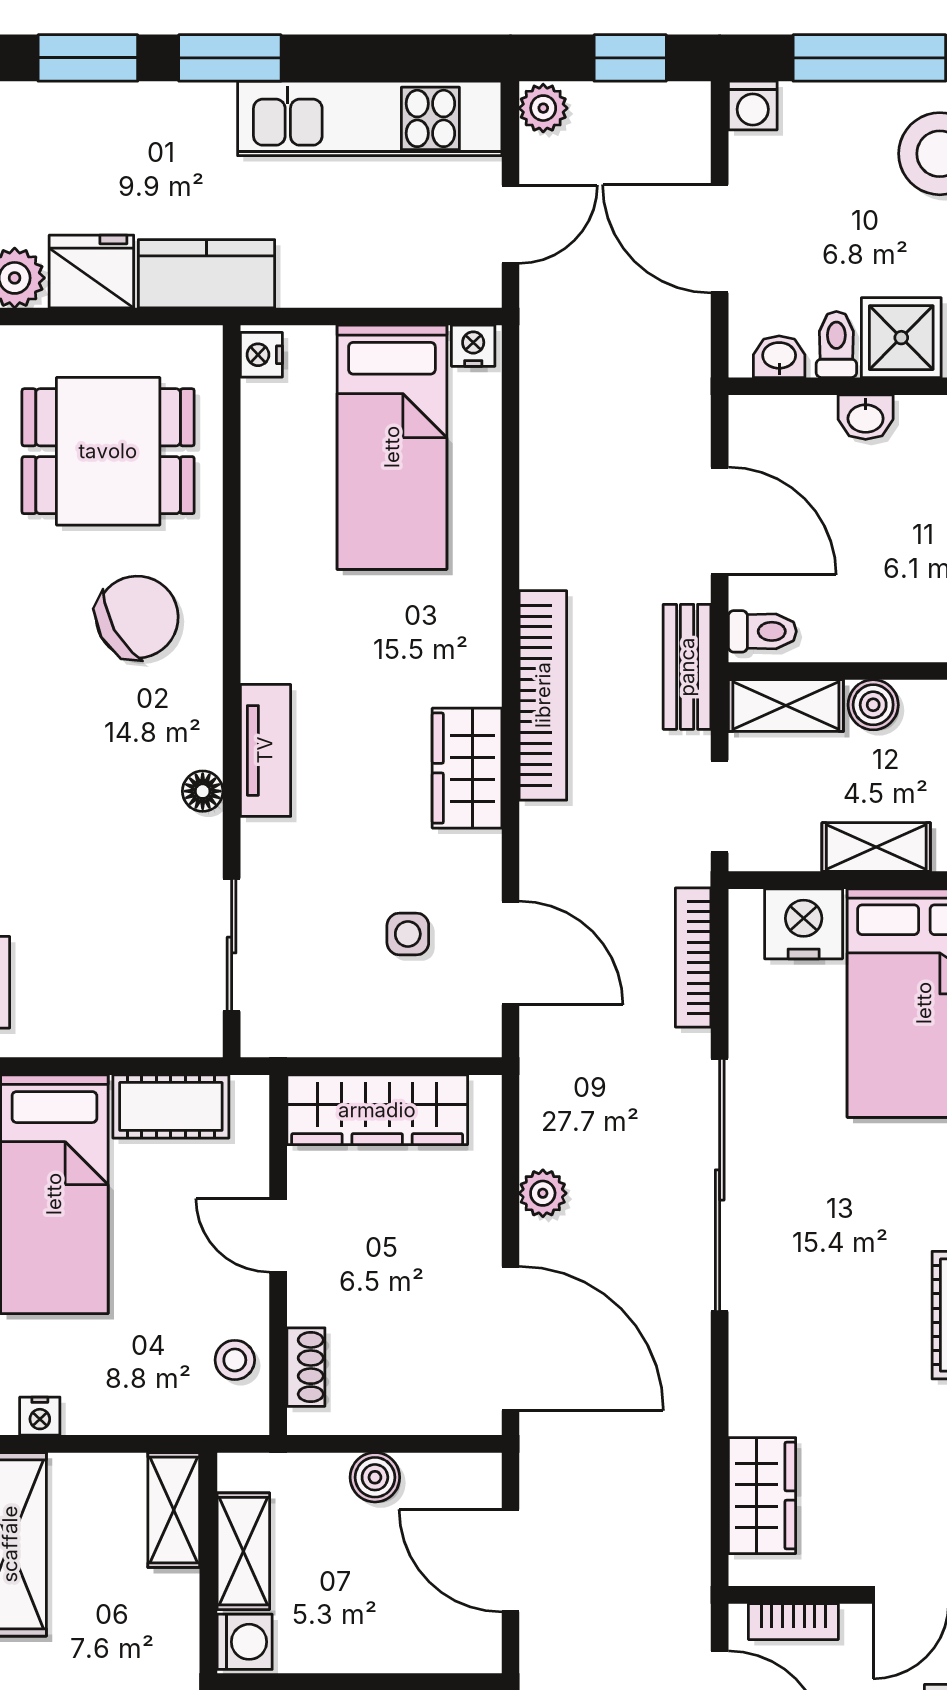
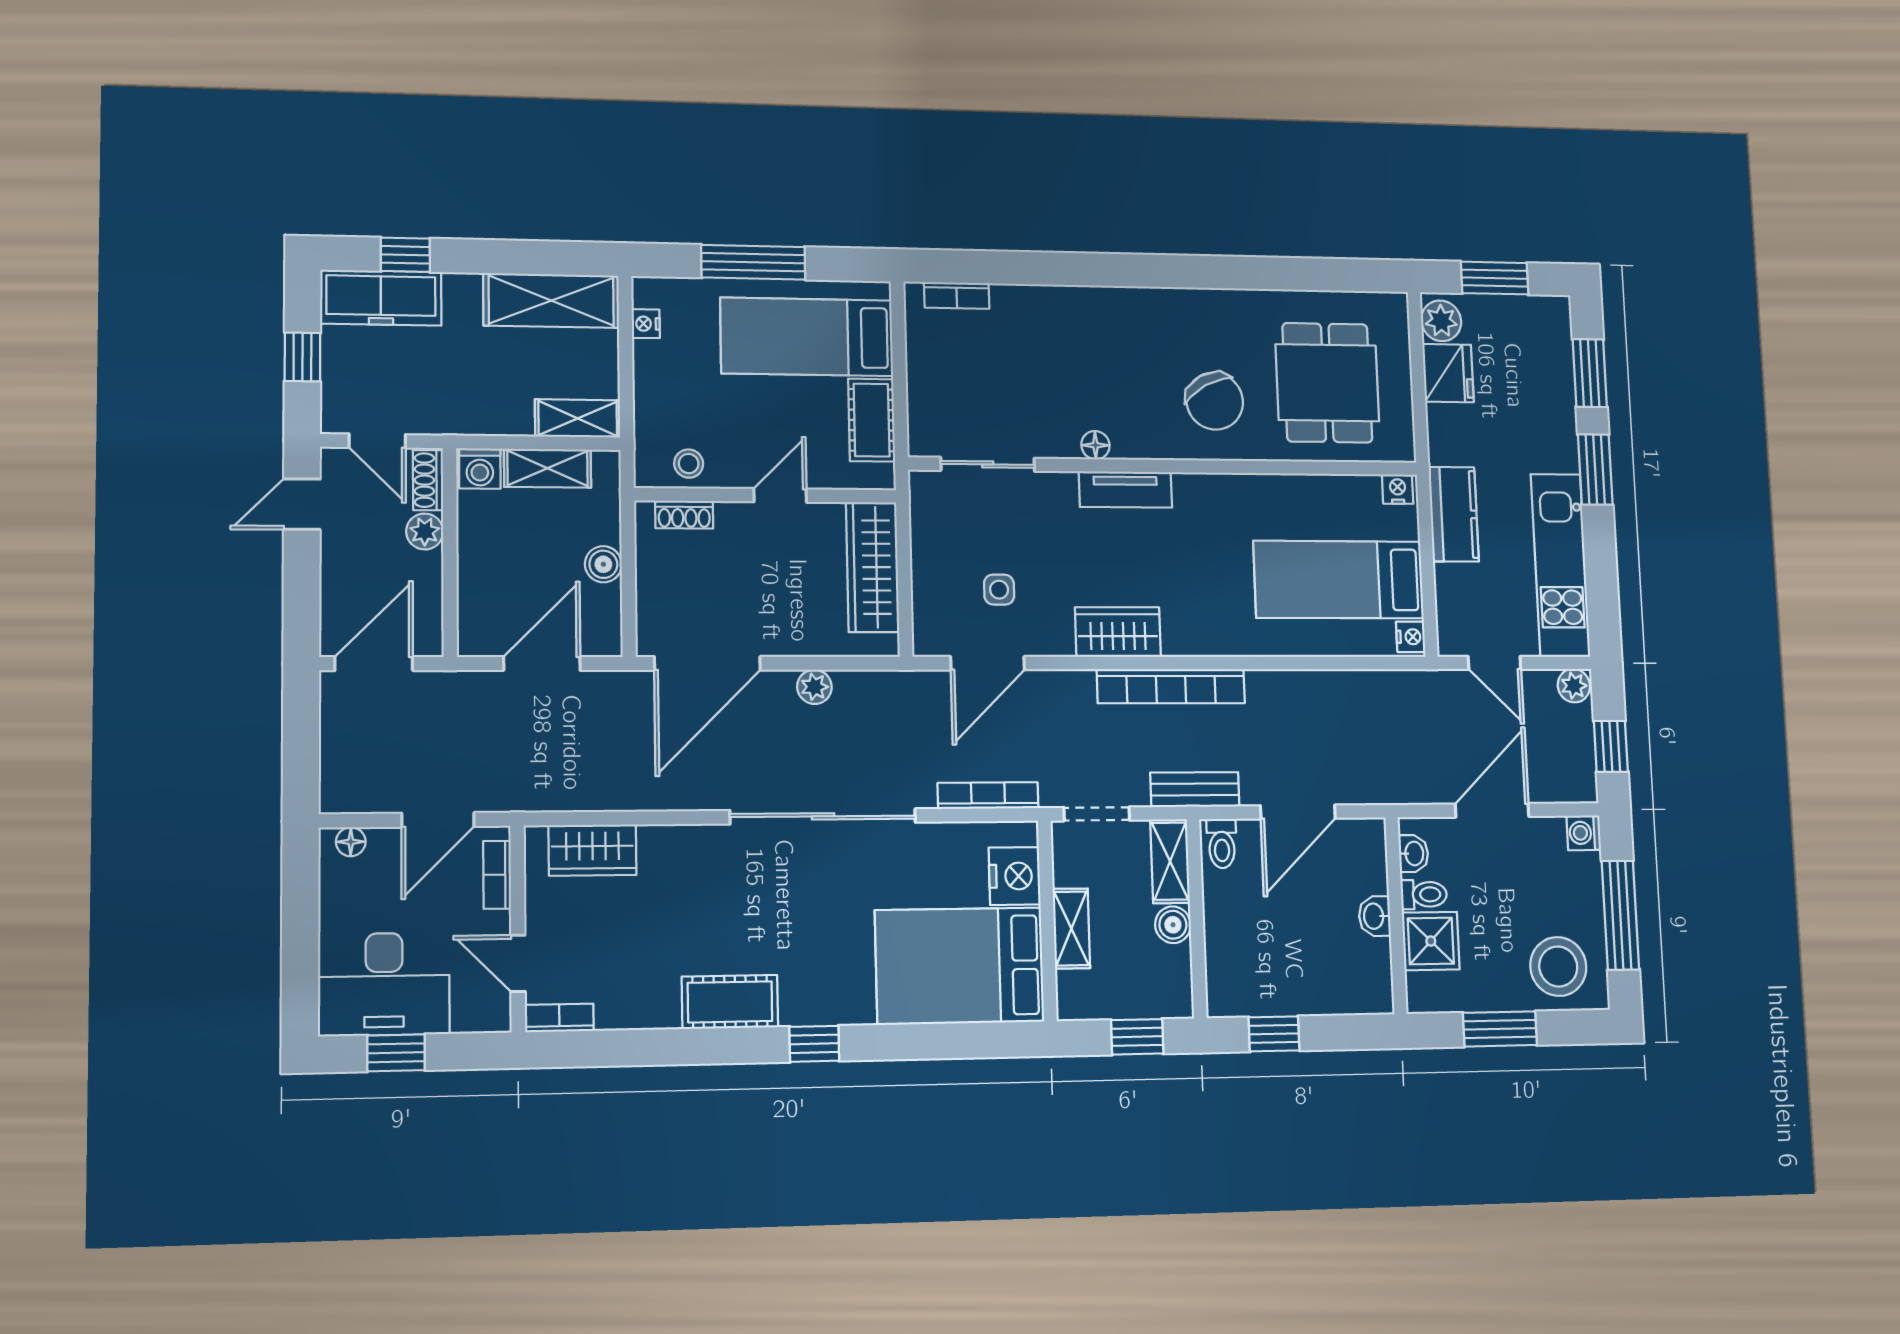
kitchen counter: (206, 274) -> (1454, 514), moved

